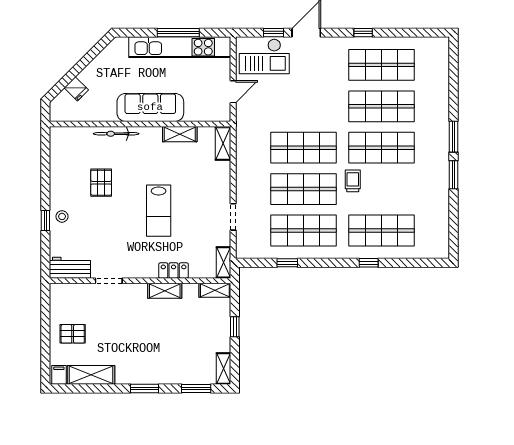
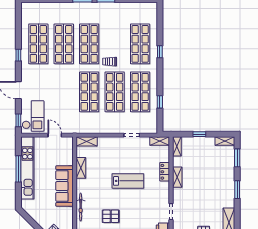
window: (273, 33) -> (18, 120), moved

